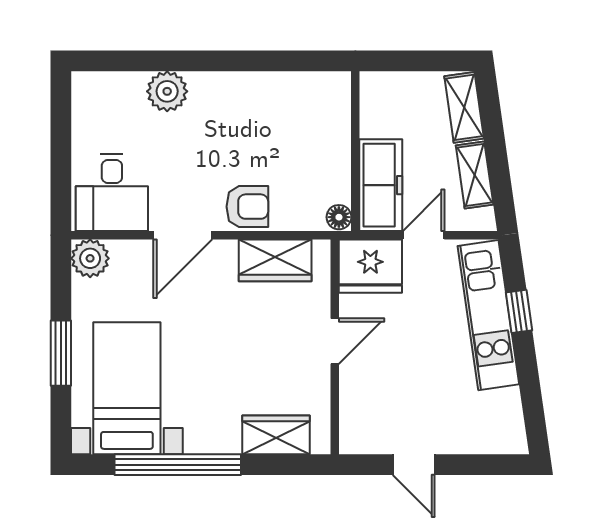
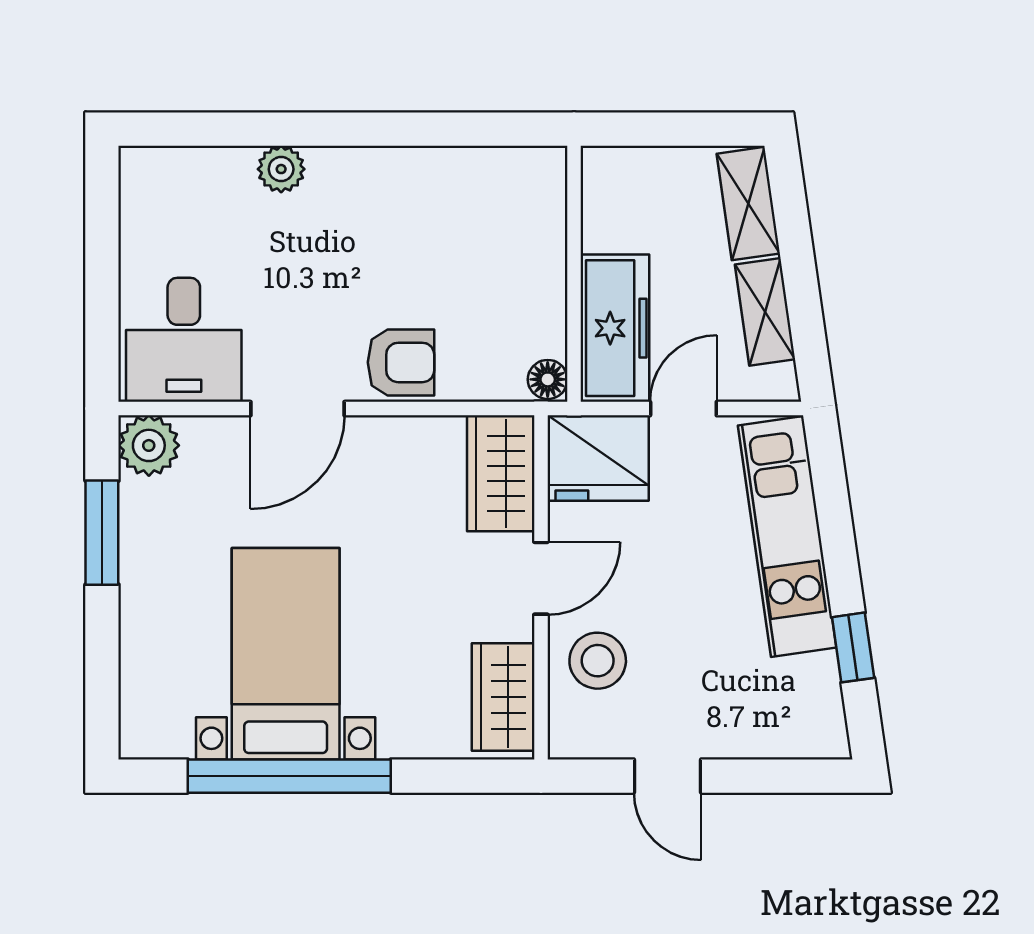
plant: (167, 91) -> (281, 169), width x0.73, depth x0.73
wardrobe: (275, 260) -> (501, 473), moved, turned 90
window: (519, 311) -> (853, 647), moved
window: (61, 353) -> (102, 533), moved
bed with nightstands: (127, 388) -> (286, 654), moved
stool: (370, 393) -> (598, 661), added
wardrobe: (276, 435) -> (503, 697), moved, turned -90

